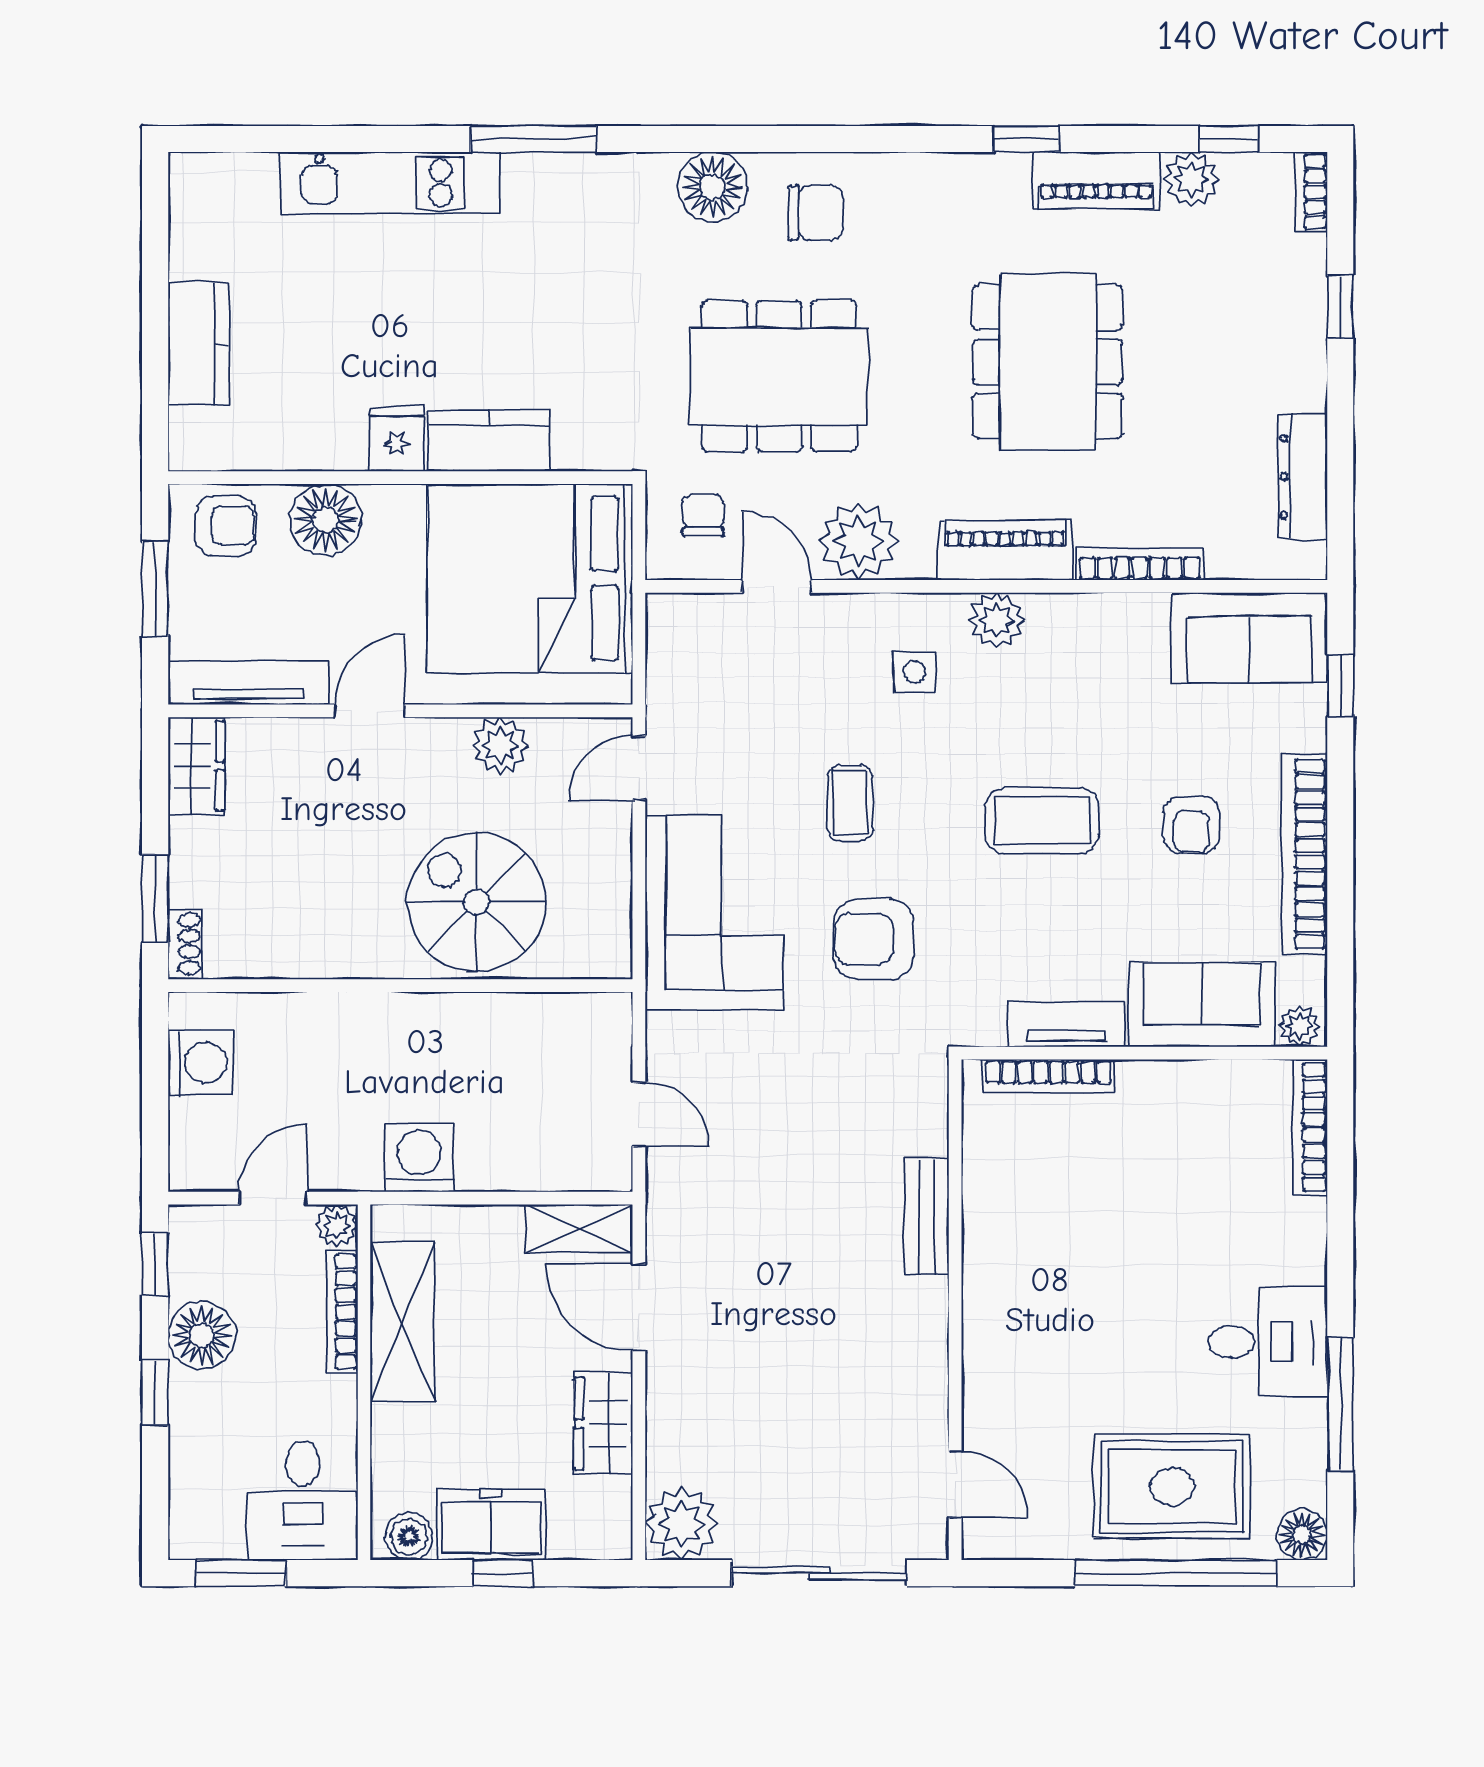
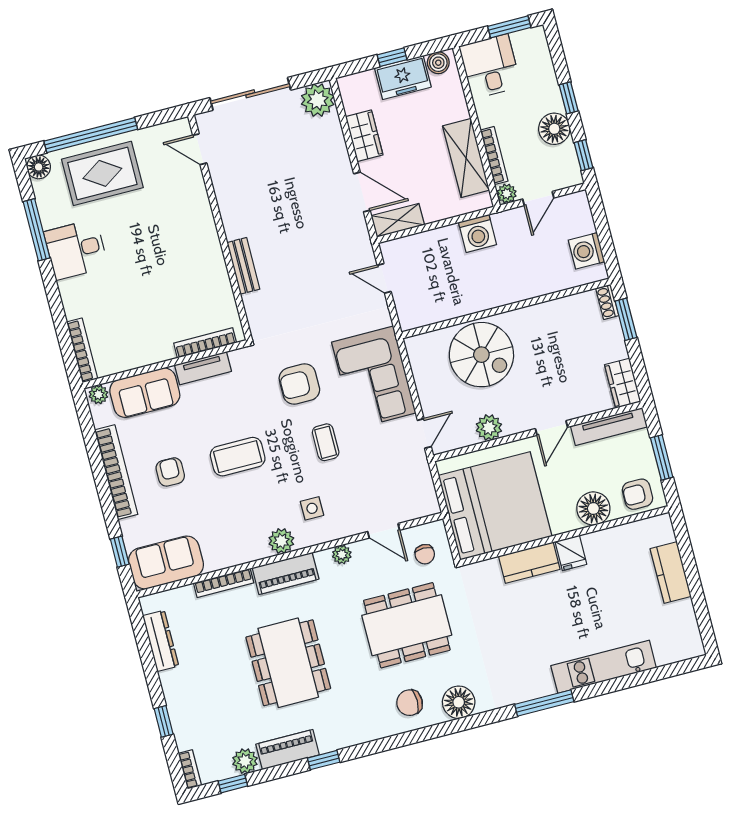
plant: (859, 541) -> (342, 555), width x0.53, depth x0.53
armchair: (874, 939) -> (299, 384), turned 180

